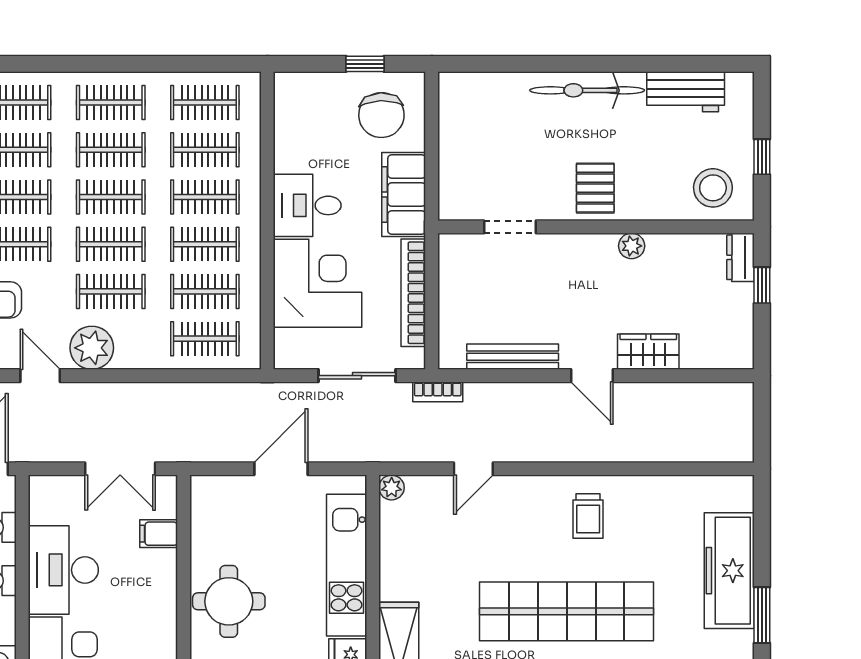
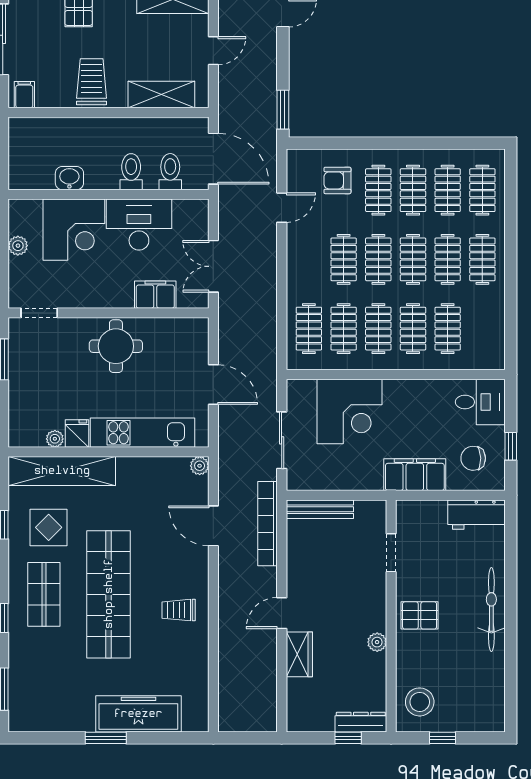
workbench: (686, 92) -> (477, 515), moved, turned -90
clothes rail: (205, 102) -> (482, 329), removed
chair: (381, 115) -> (473, 458), width x0.73, depth x0.73
desk: (307, 205) -> (480, 402), moved, turned 90
dresser: (741, 257) -> (361, 722), width x1.44
bookcase: (413, 293) -> (343, 482), removed
plant: (92, 348) -> (302, 245), removed
bench: (513, 357) -> (320, 509), moved, turned 90
bookcase: (438, 392) -> (268, 524), width x2.31, depth x1.31
door: (473, 469) -> (213, 526), width x1.37
filing cabinet: (159, 534) -> (155, 295), width x2.00

